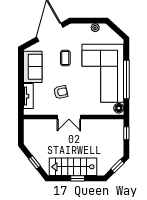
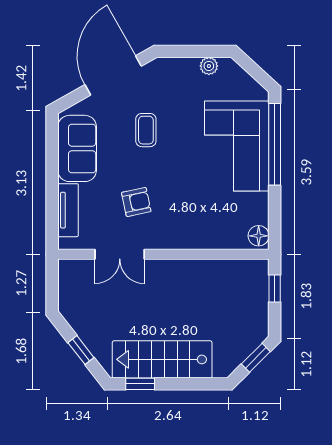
corner sofa: (103, 73) -> (237, 146), width x0.73, depth x0.74
window: (126, 79) -> (275, 144), moved
double door: (69, 117) -> (120, 254), moved
window: (78, 178) -> (140, 384), moved

